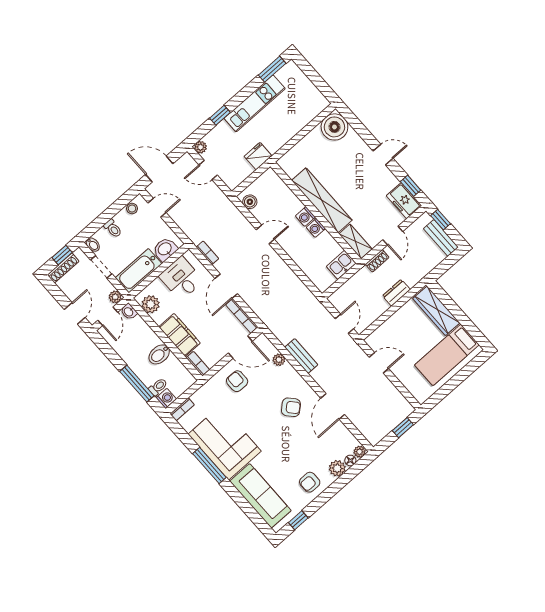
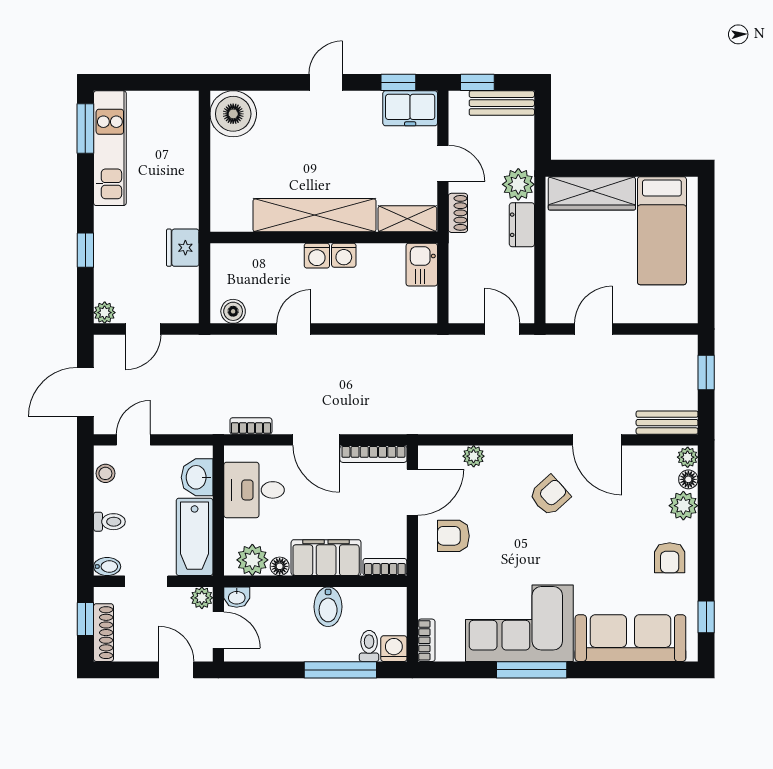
kitchen unit: (255, 103) -> (110, 148), moved
plant: (412, 276) -> (518, 184), added
floor lamp: (158, 318) -> (280, 566), added
bench: (301, 356) -> (667, 423), moved

